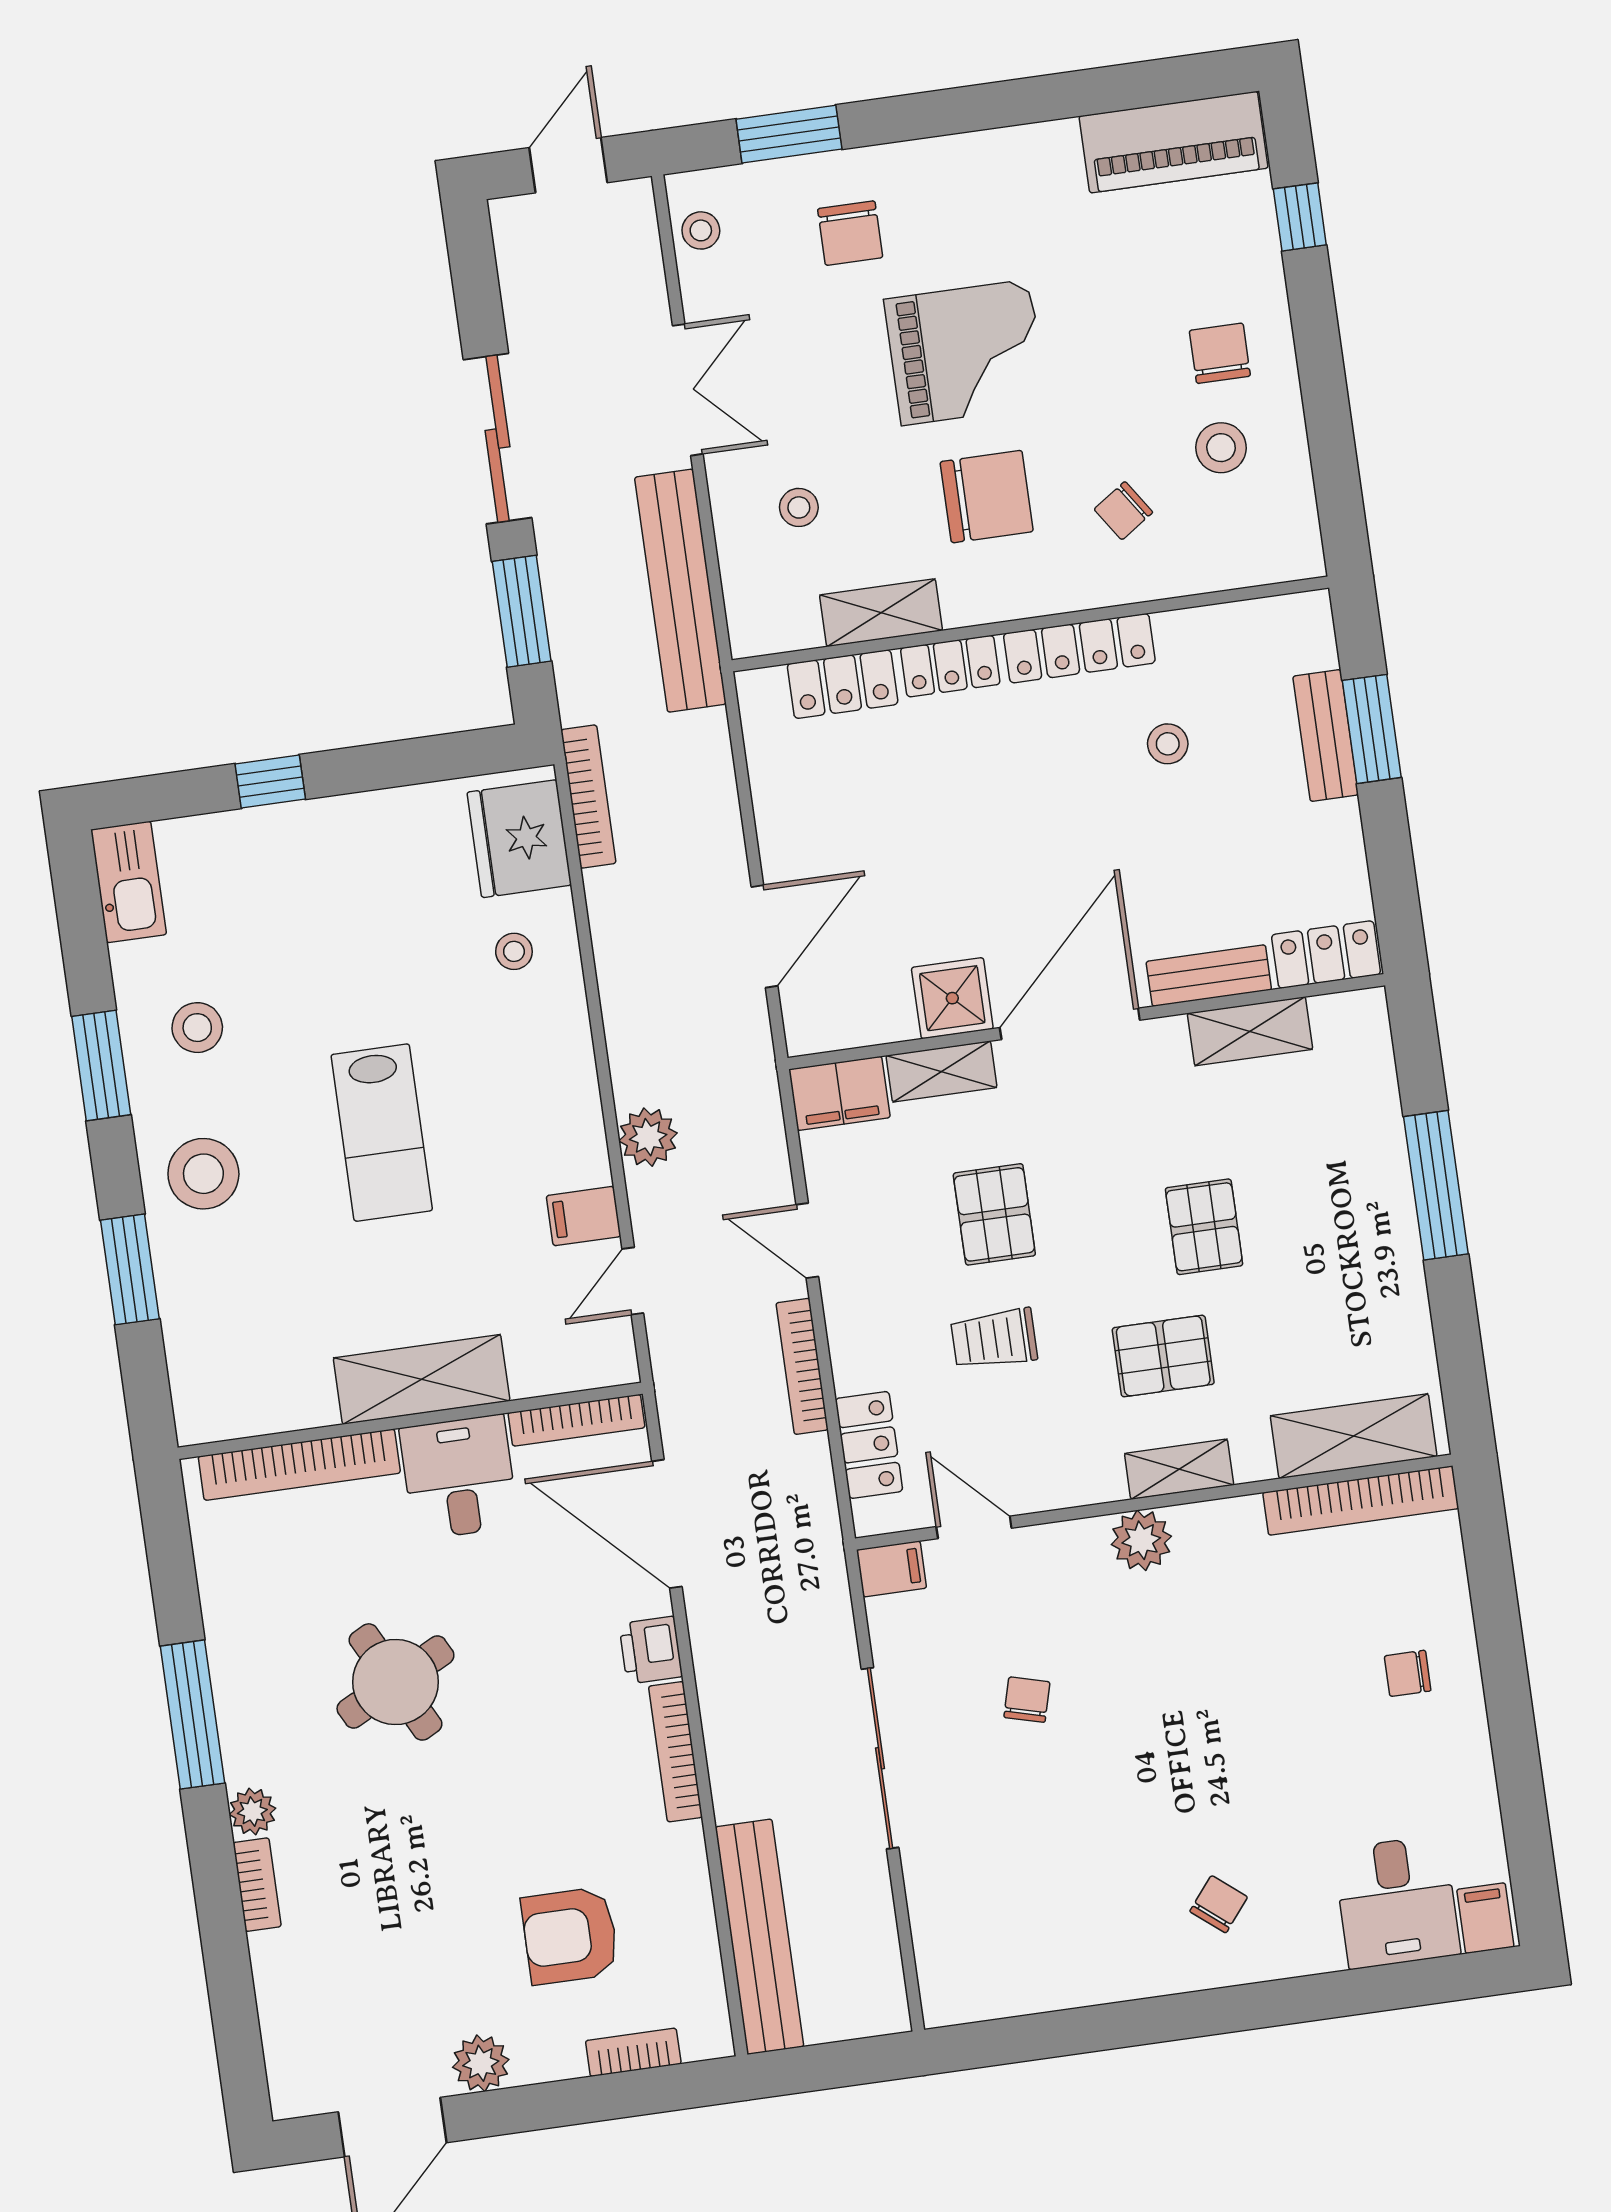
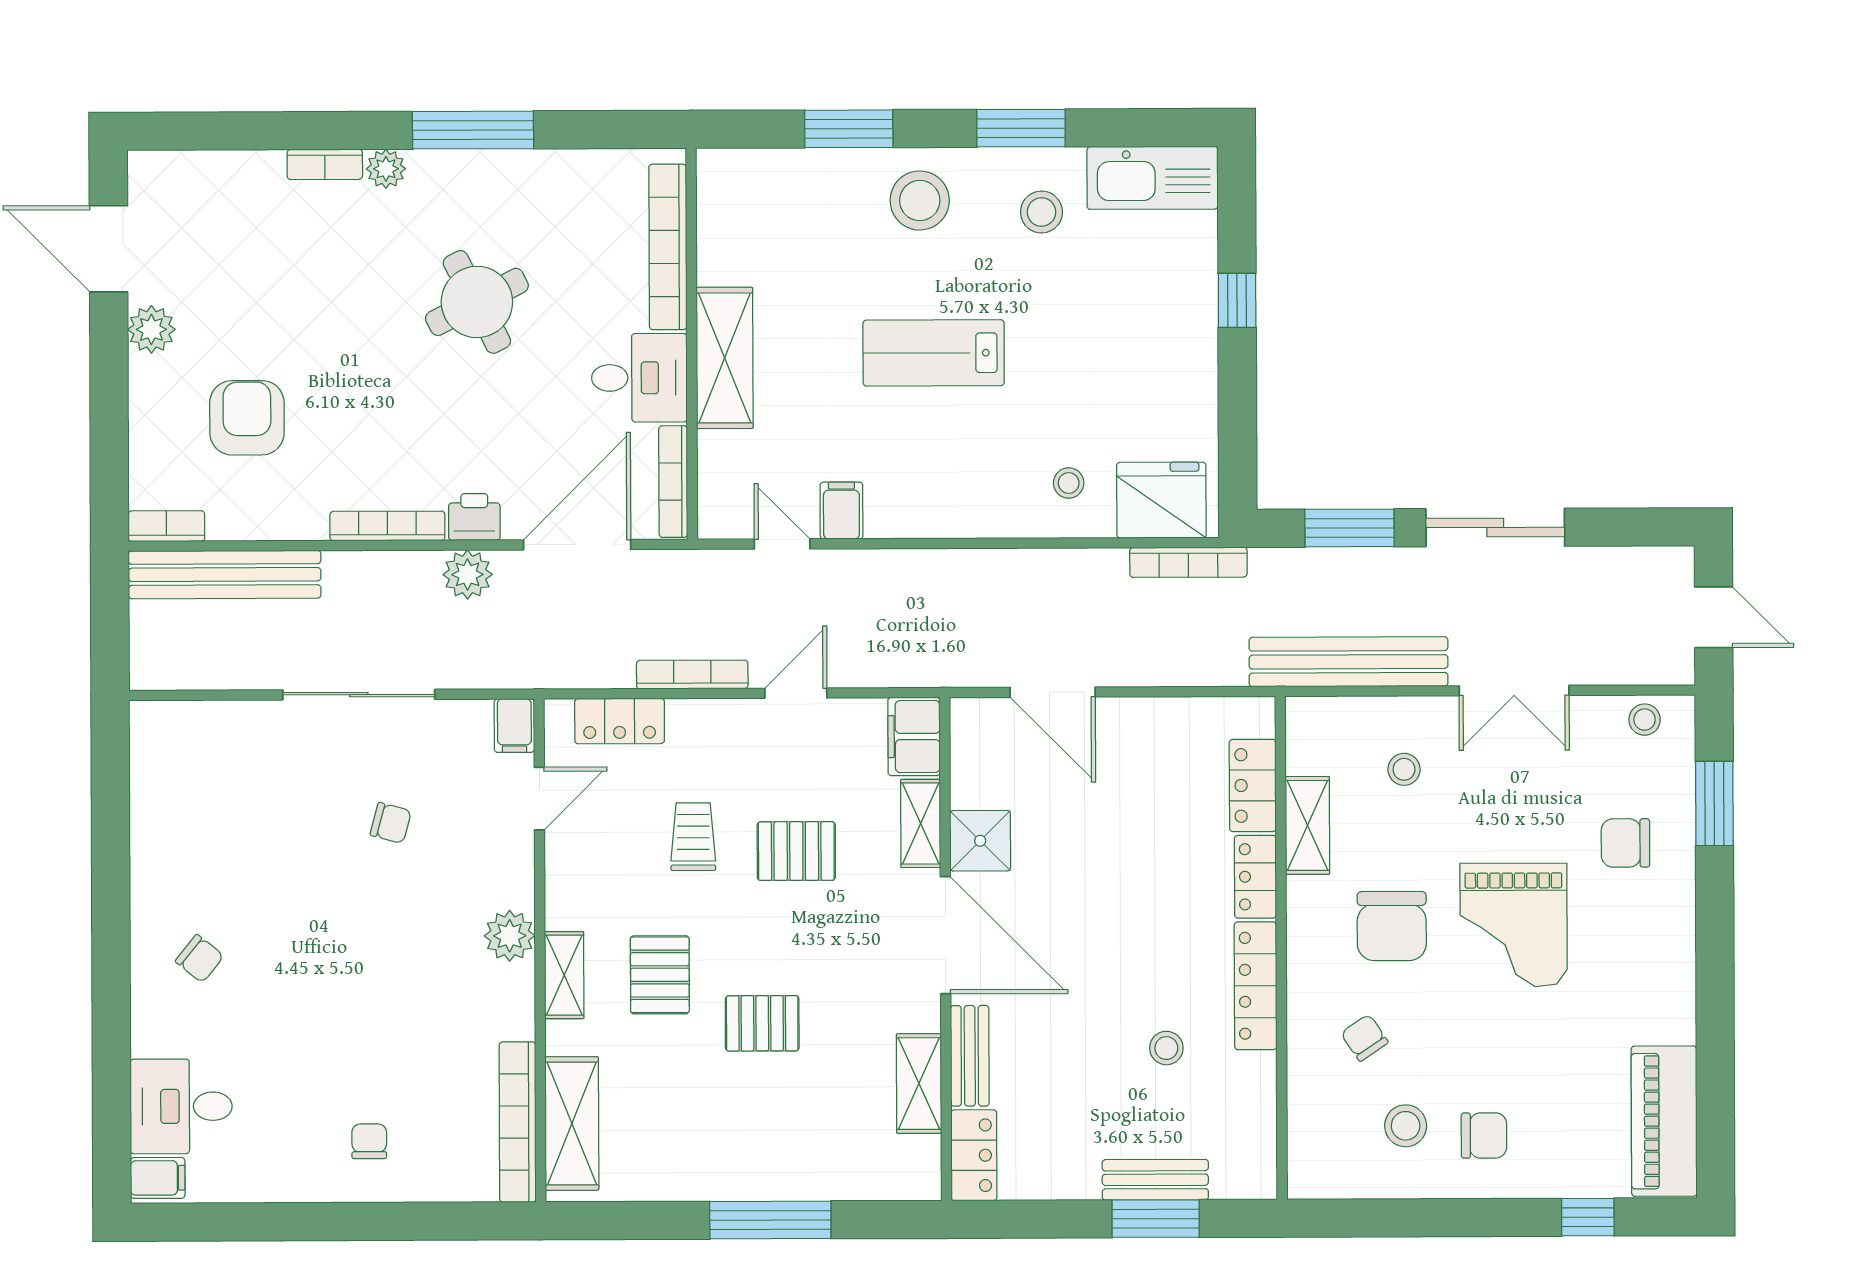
kitchen sink: (129, 882) -> (1152, 178), width x1.36, depth x1.24
plant: (648, 1137) -> (468, 574), moved
bookcase: (633, 2052) -> (166, 526), moved, turned -90

